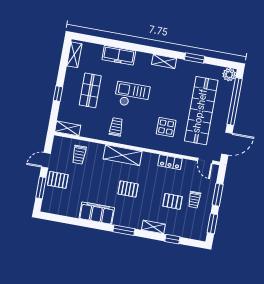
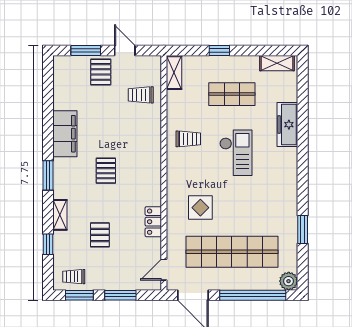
shelving: (164, 61) -> (290, 188), removed
shelving: (123, 155) -> (151, 155), removed
trolley: (194, 200) -> (74, 277), moved

